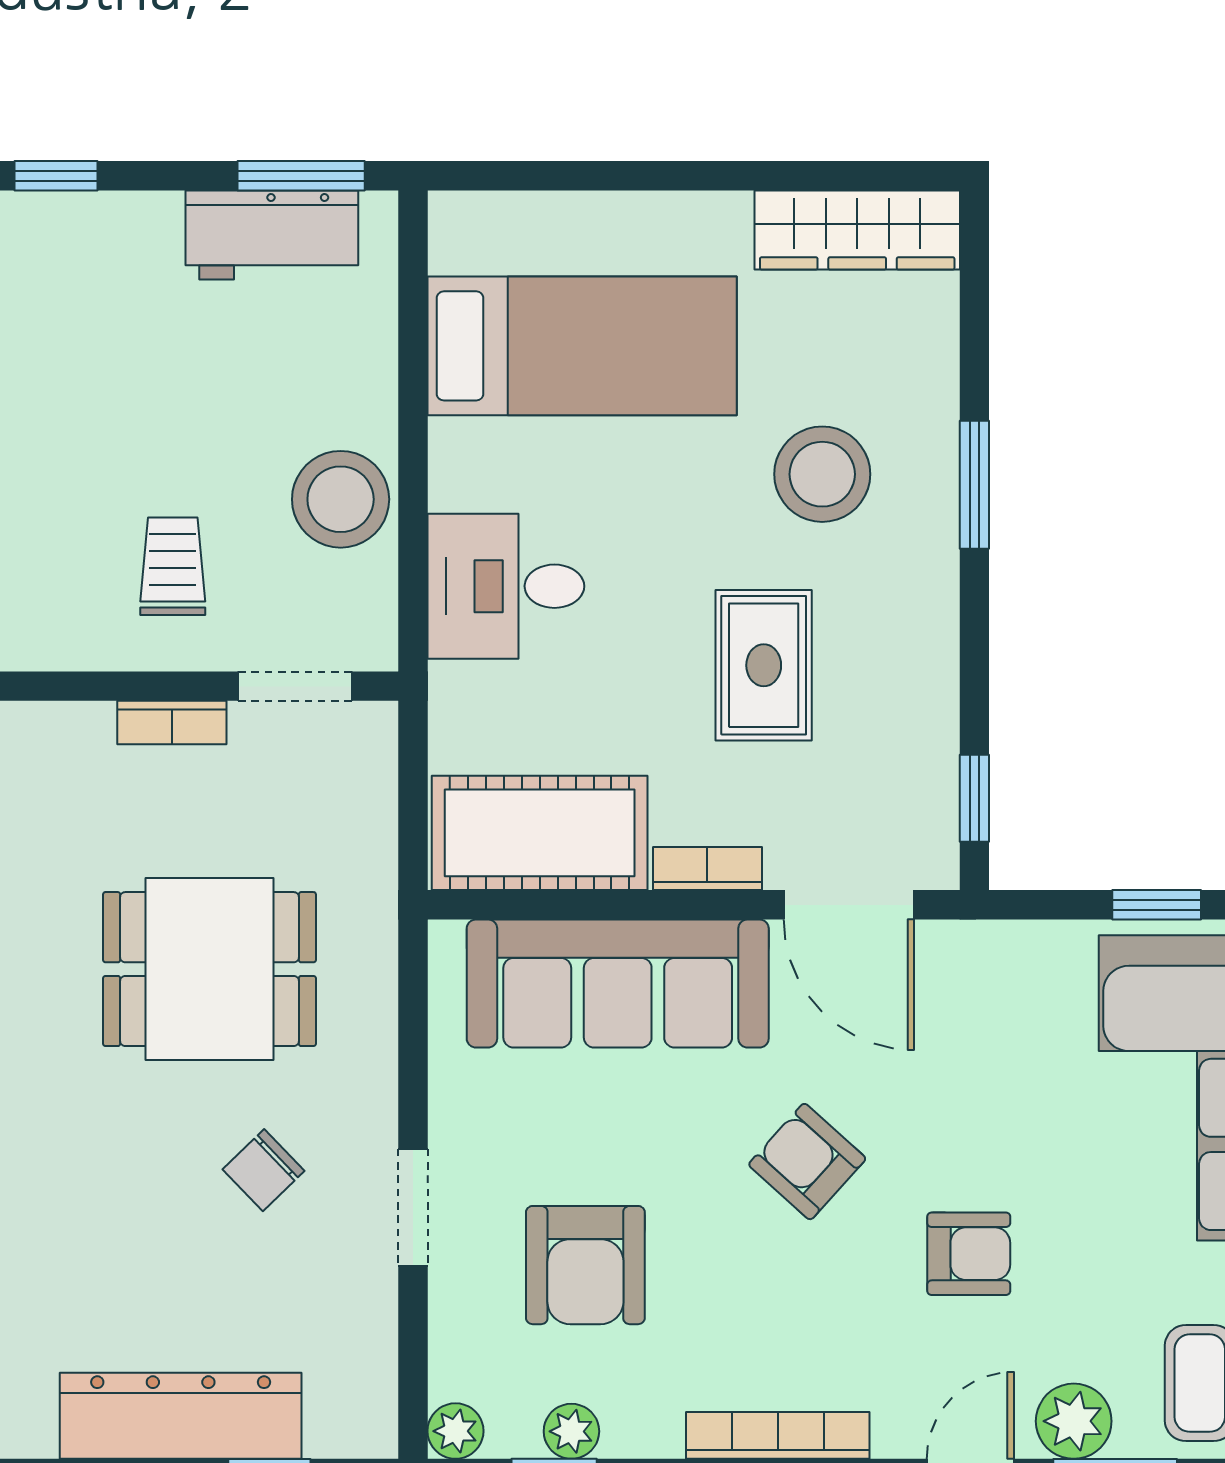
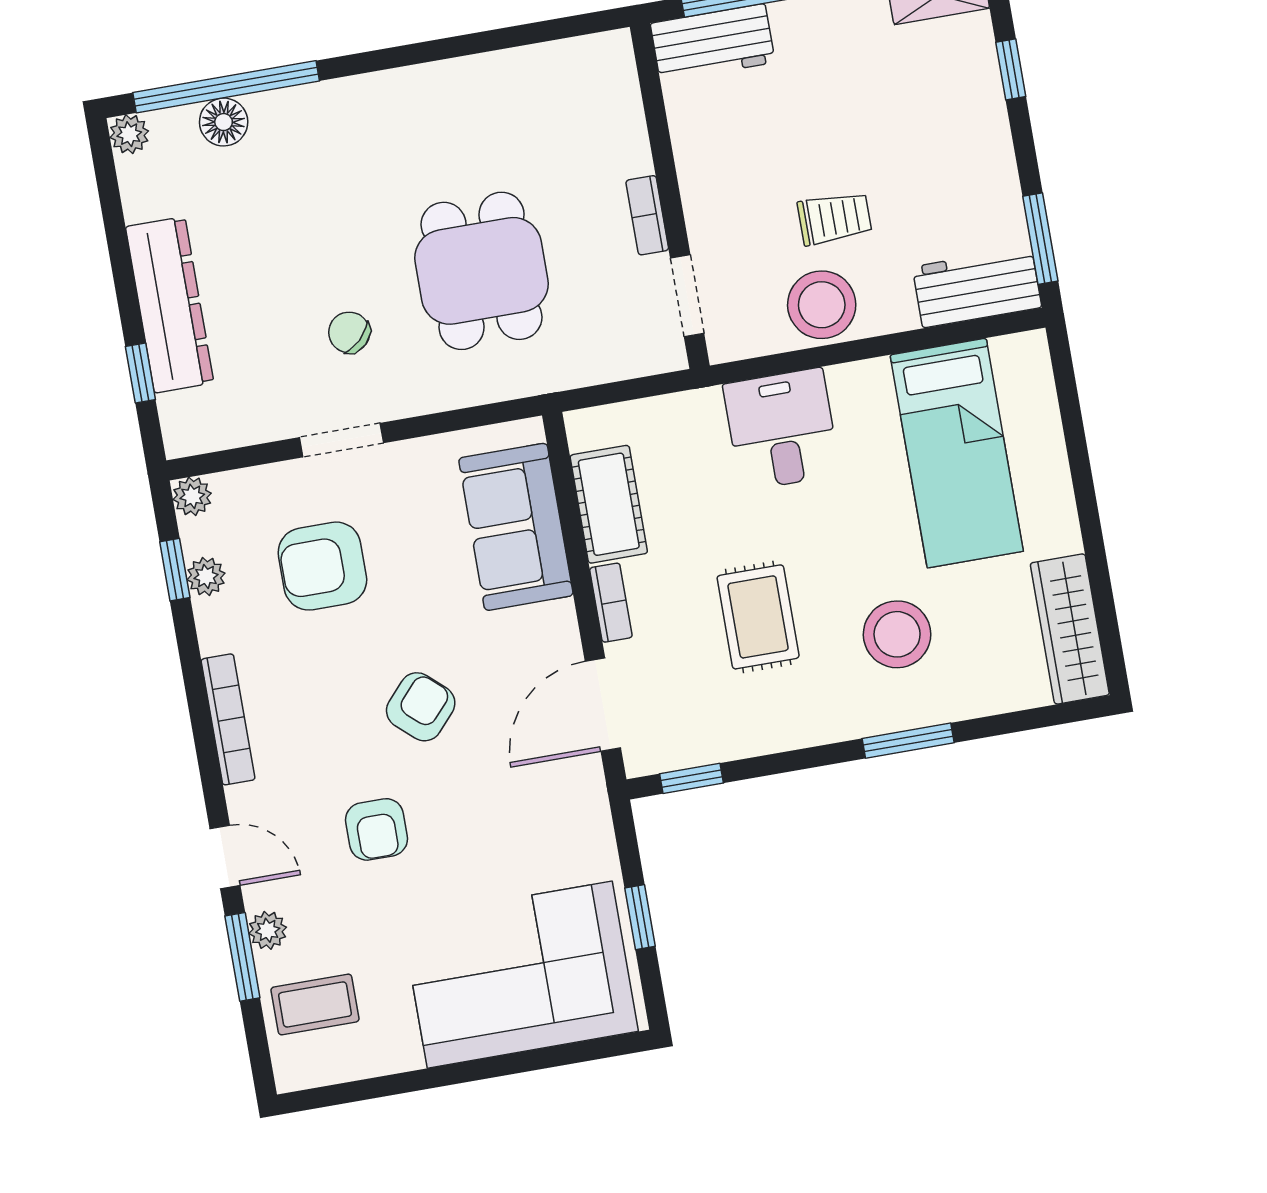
workbench: (272, 235) -> (977, 287), moved, turned 90
trolley: (173, 566) -> (835, 218), moved
rug: (764, 665) -> (758, 617), turned 90
cot: (540, 833) -> (609, 504), width x0.73, depth x0.75
sofa: (618, 984) -> (516, 527), width x0.73
plant: (1074, 1421) -> (268, 930), width x0.73, depth x0.73

